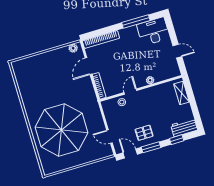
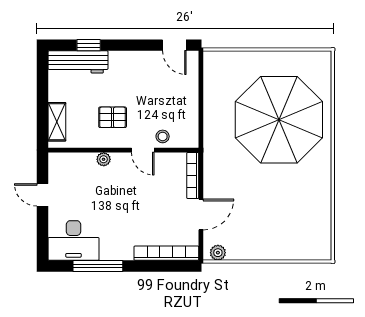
door: (130, 92) -> (143, 150), hinge flipped
workbench: (184, 127) -> (78, 62), width x1.38
pallet: (144, 133) -> (113, 117), moved
door: (109, 137) -> (201, 84), removed
window: (151, 147) -> (136, 45), removed

